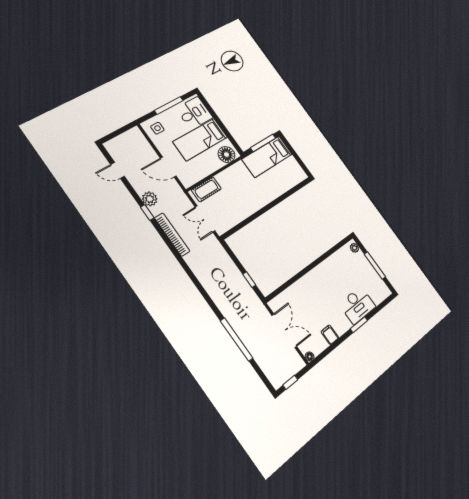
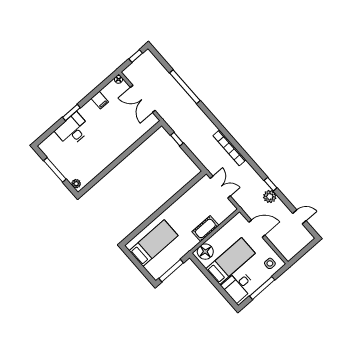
bed: (267, 157) -> (154, 243), moved
cot: (206, 189) -> (205, 228), moved
bookcase: (172, 235) -> (230, 148), moved

